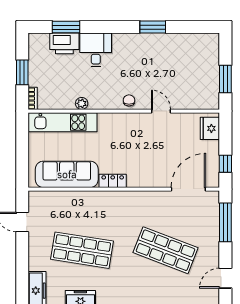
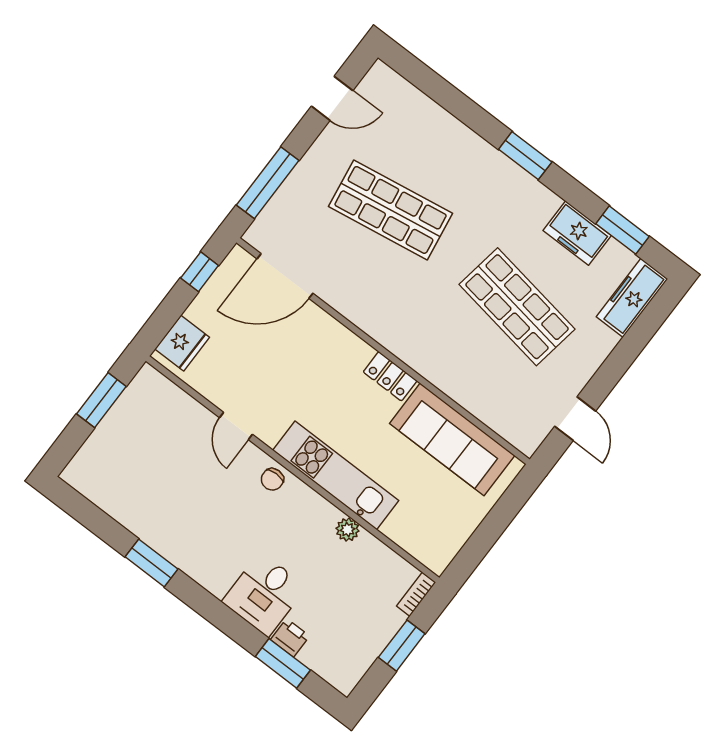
printer: (64, 43) -> (290, 638), width x0.53, depth x0.68
kitchen unit: (62, 122) -> (336, 475), moved
shop shelf: (166, 250) -> (391, 210), turned -30

